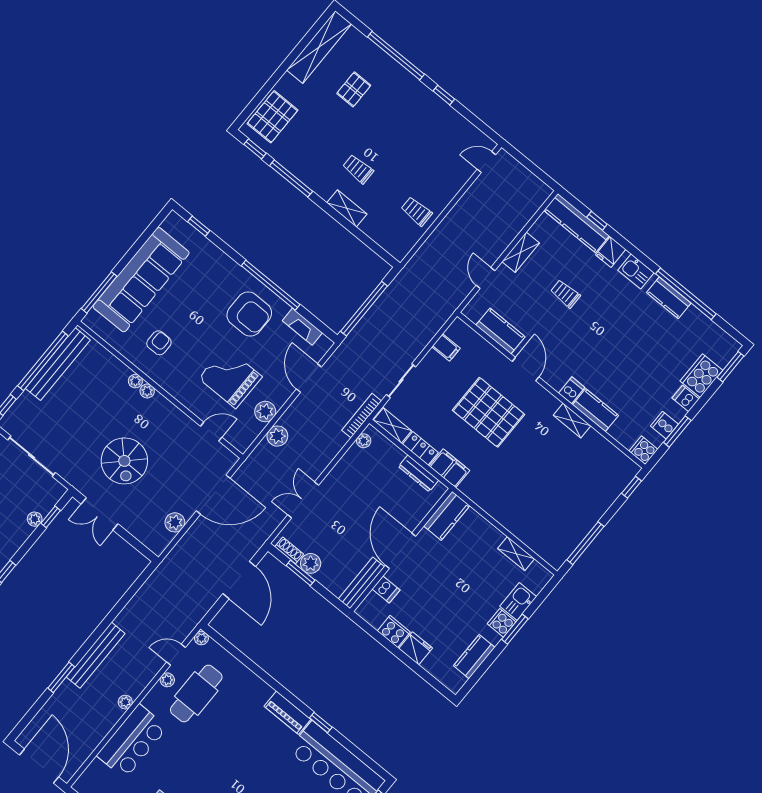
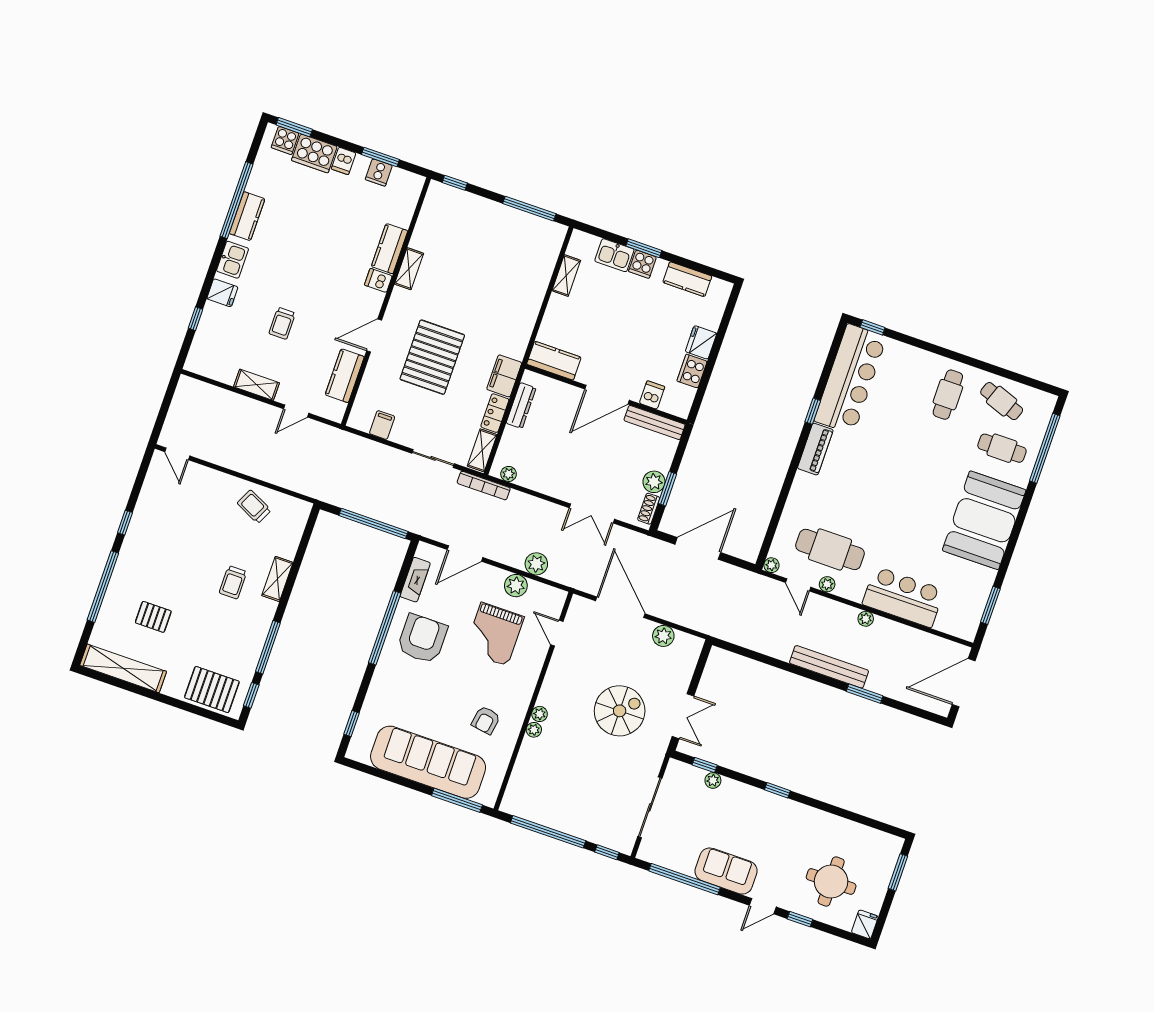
trolley: (416, 211) -> (254, 507), turned 116
kitchen counter: (577, 223) -> (206, 339), removed
armchair: (159, 343) -> (486, 720), turned -81
bench: (58, 364) -> (546, 816), removed
cooker: (643, 450) -> (285, 140), moved

